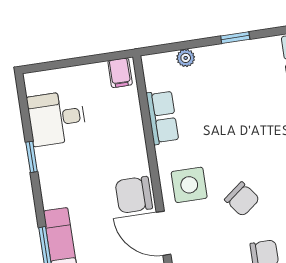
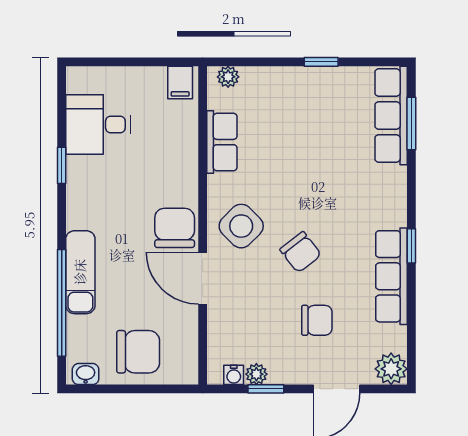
plant: (186, 58) -> (228, 77), moved
side table: (189, 185) -> (241, 226), turned 45
chair: (134, 195) -> (175, 228), turned 90

